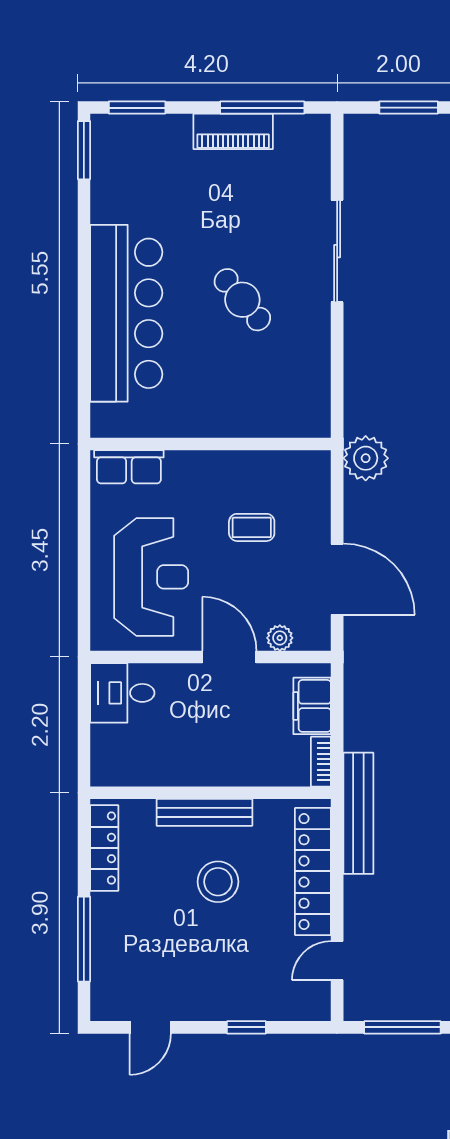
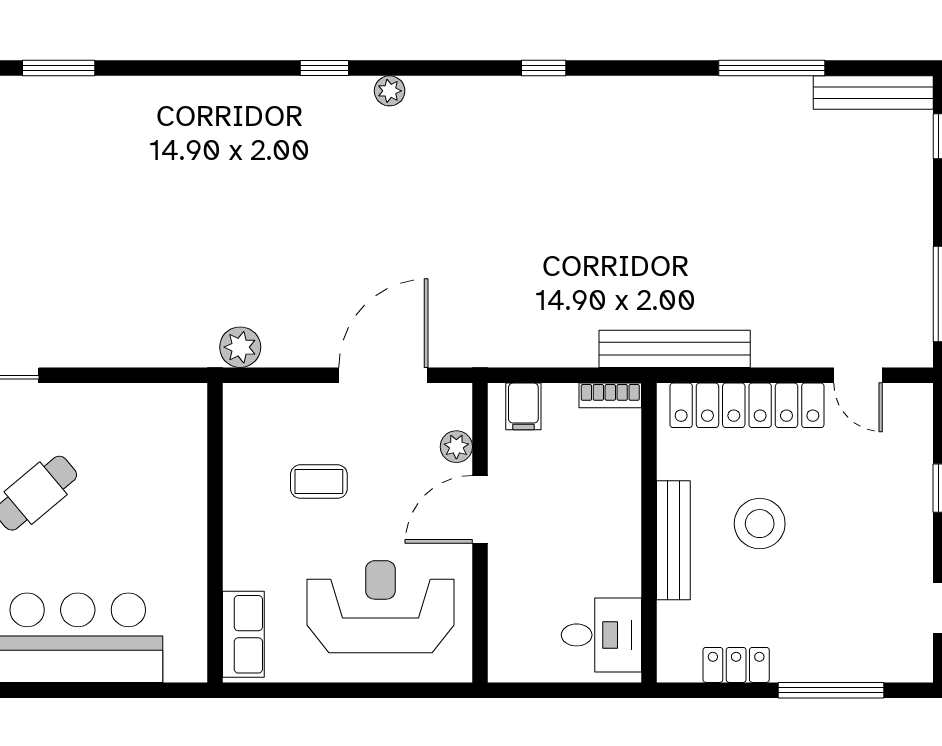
plant: (366, 458) -> (240, 347), width x0.73, depth x0.73
coffee table: (252, 527) -> (319, 482), turned 90
desk: (122, 693) -> (601, 635), moved, turned -90
filing cabinet: (312, 706) -> (523, 406), width x0.50
locker: (104, 848) -> (736, 665), width x0.66

